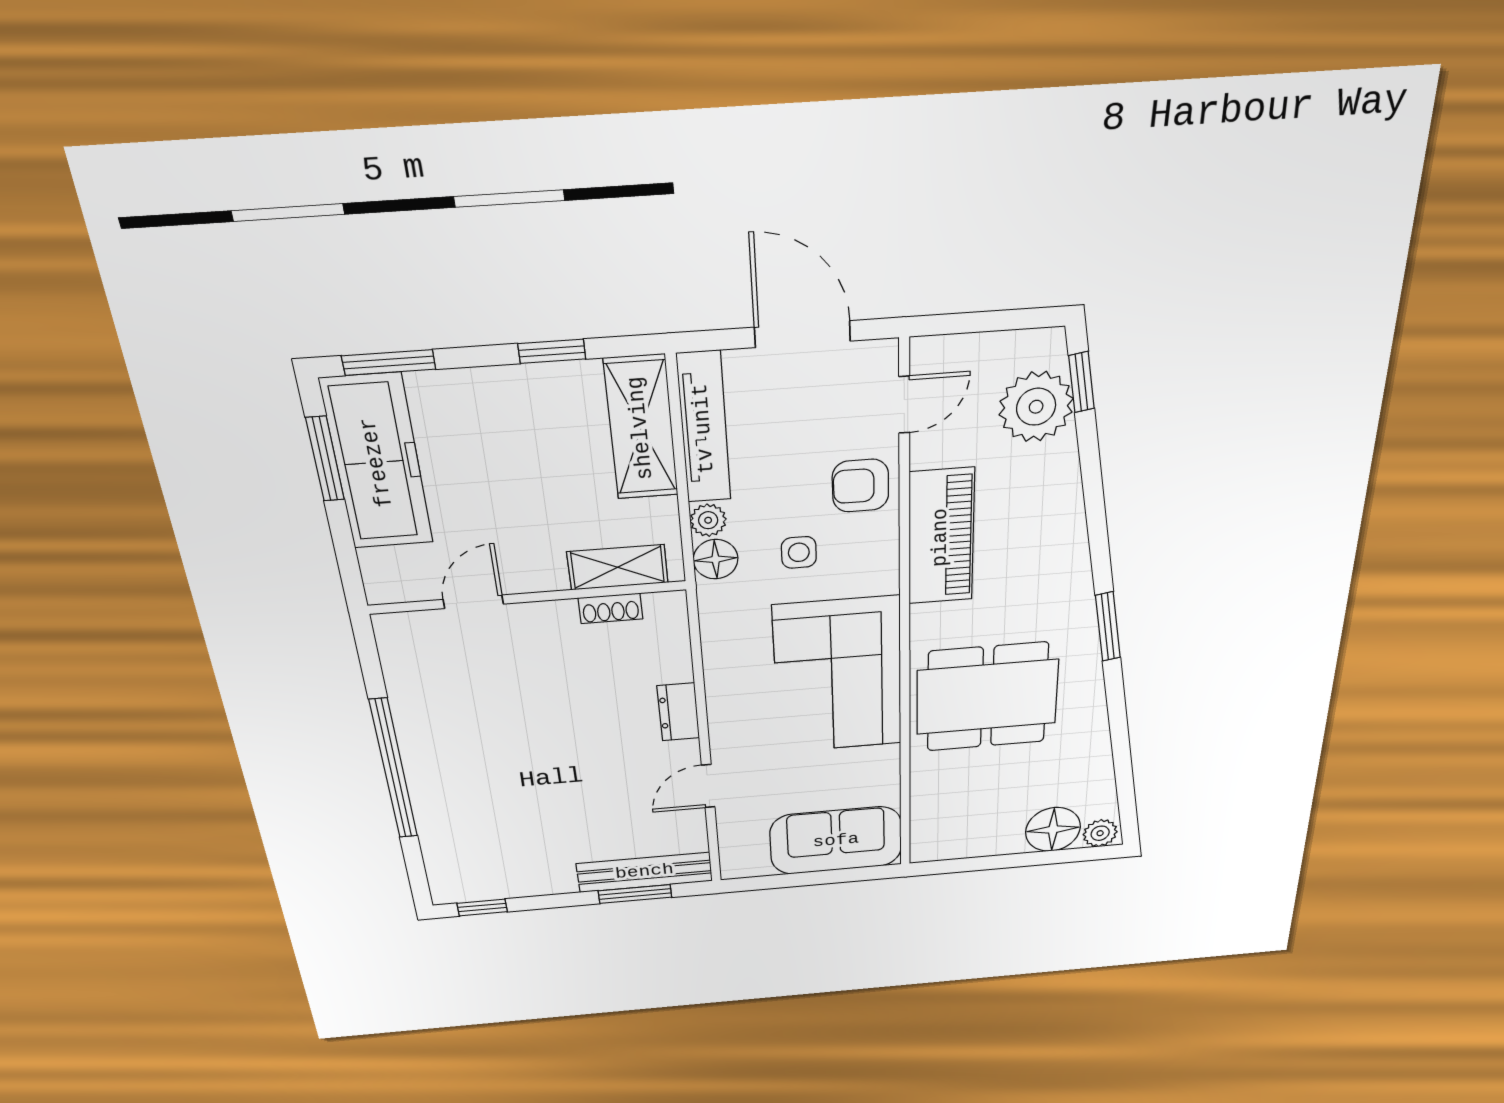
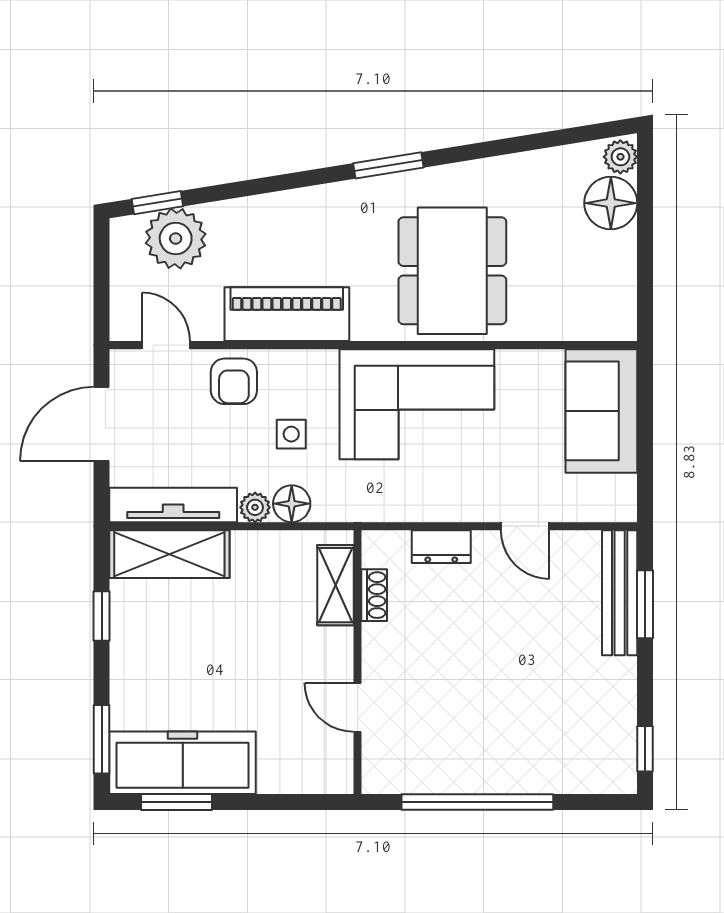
shelving: (618, 567) -> (336, 585), moved
wall: (528, 597) -> (358, 662), moved
door: (473, 602) -> (358, 707), moved
shoe rack: (610, 608) -> (374, 595), moved

